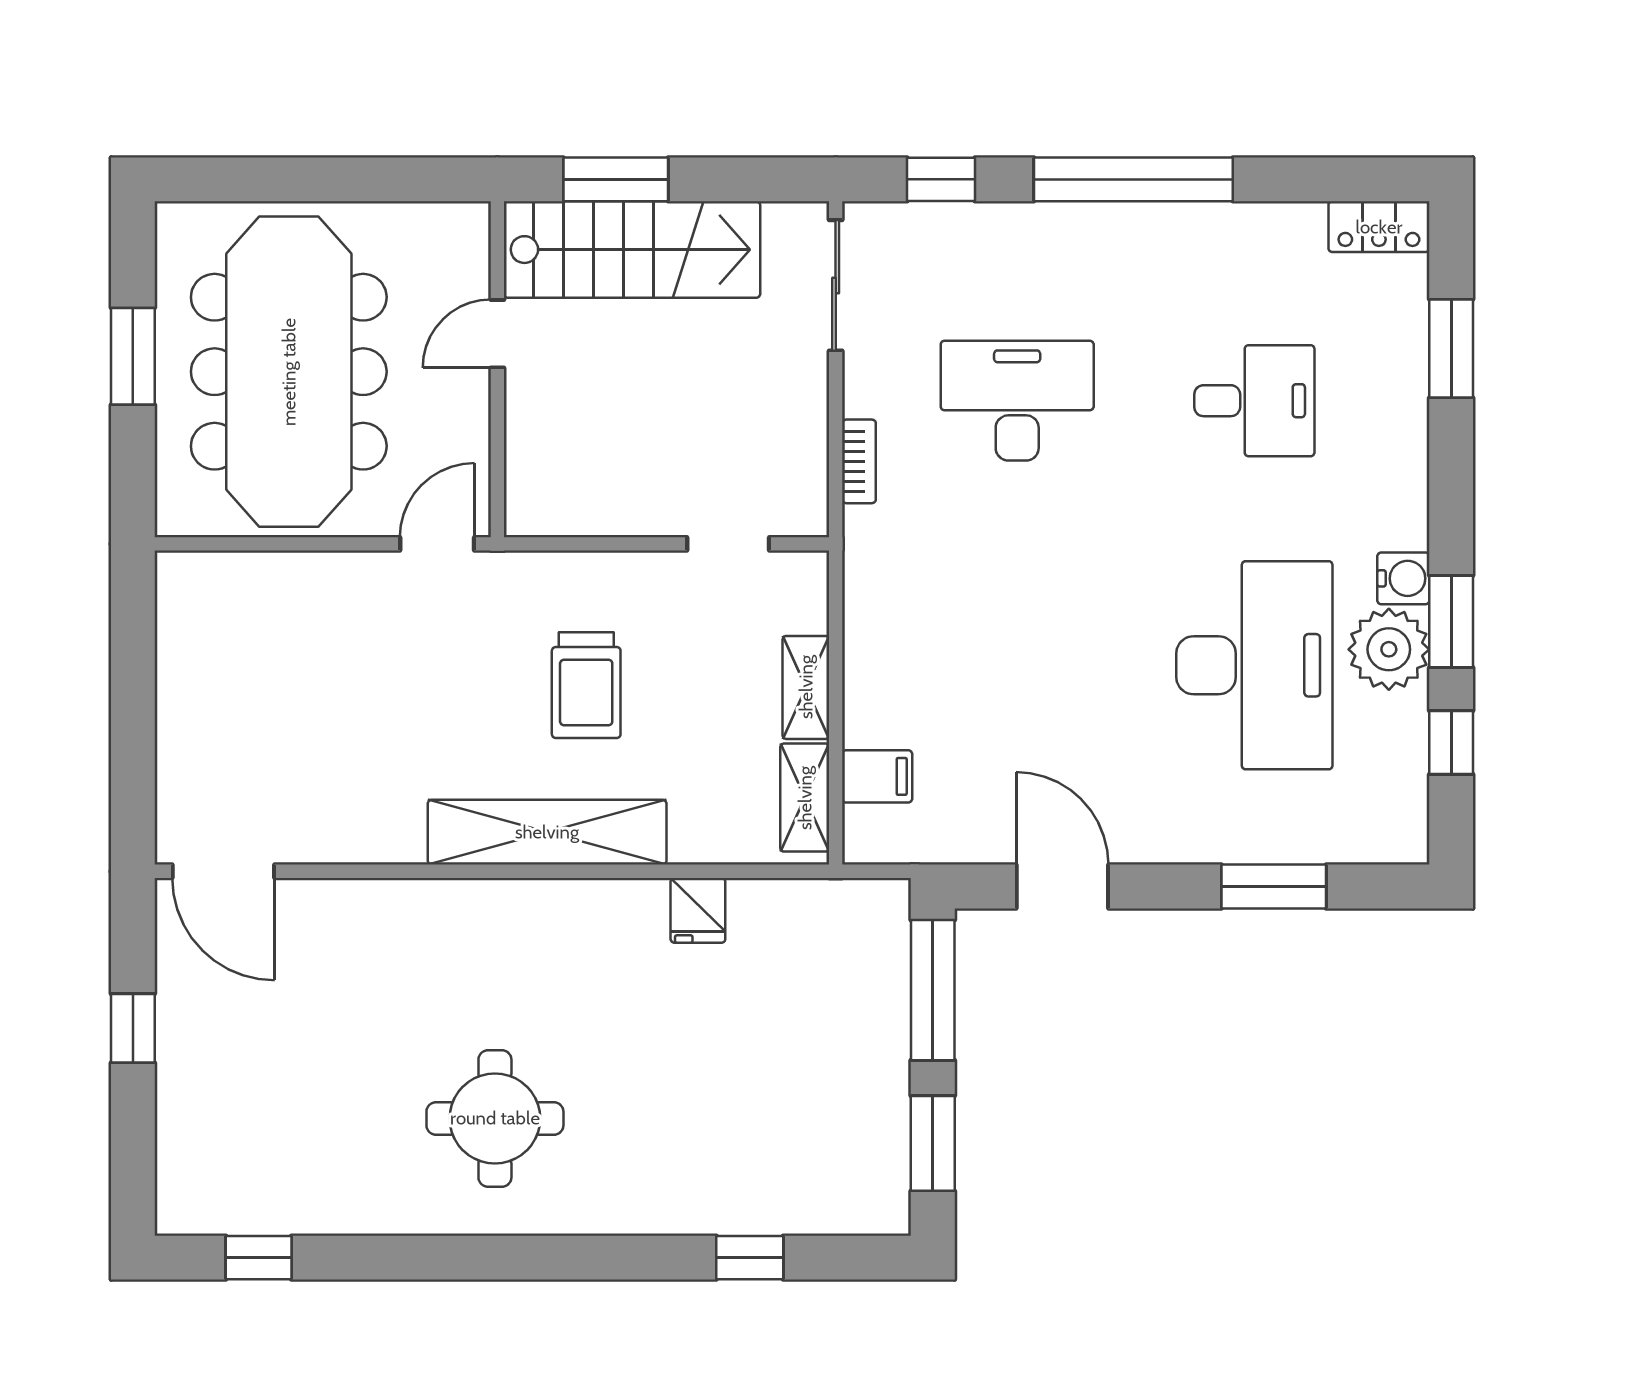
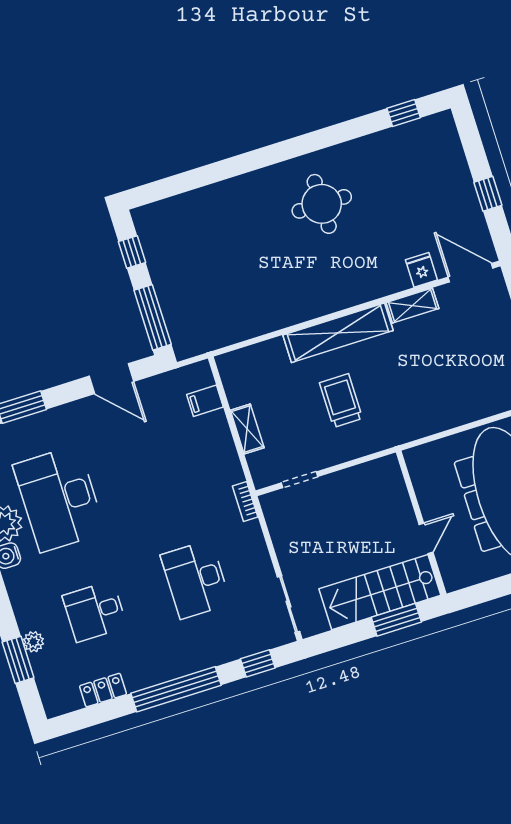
locker: (1379, 227) -> (103, 690), moved
plant: (1406, 377) -> (33, 642), added
desk: (1017, 401) -> (196, 579), turned 90
bookcase: (859, 461) -> (245, 501), moved
door: (437, 544) -> (423, 441), removed
shelving: (805, 798) -> (412, 305), moved, turned 90
fridge: (698, 910) -> (421, 270), moved
window: (933, 1143) -> (132, 252), width x0.67
window: (750, 1258) -> (195, 179), removed

